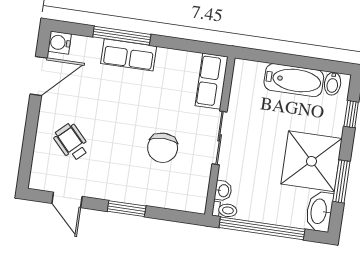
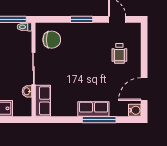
wheelchair: (71, 142) -> (119, 53), turned 43
chair: (163, 148) -> (52, 40), moved, turned 90
washbasin: (223, 191) -> (27, 91), moved

